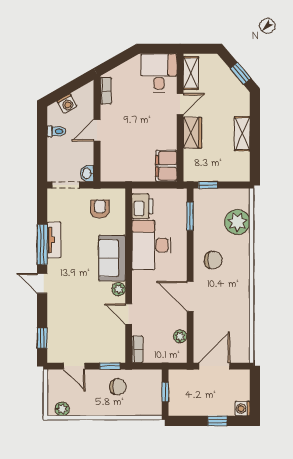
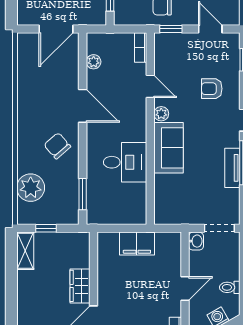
shelving: (242, 134) -> (25, 251), moved
filing cabinet: (166, 166) -> (137, 244), moved, turned 90
window: (208, 185) -> (46, 228), moved
printer: (142, 206) -> (135, 205), removed
armchair: (100, 209) -> (212, 89), moved, turned 90
desk: (151, 245) -> (125, 162), width x0.73
chair: (213, 260) -> (57, 146), turned 49

